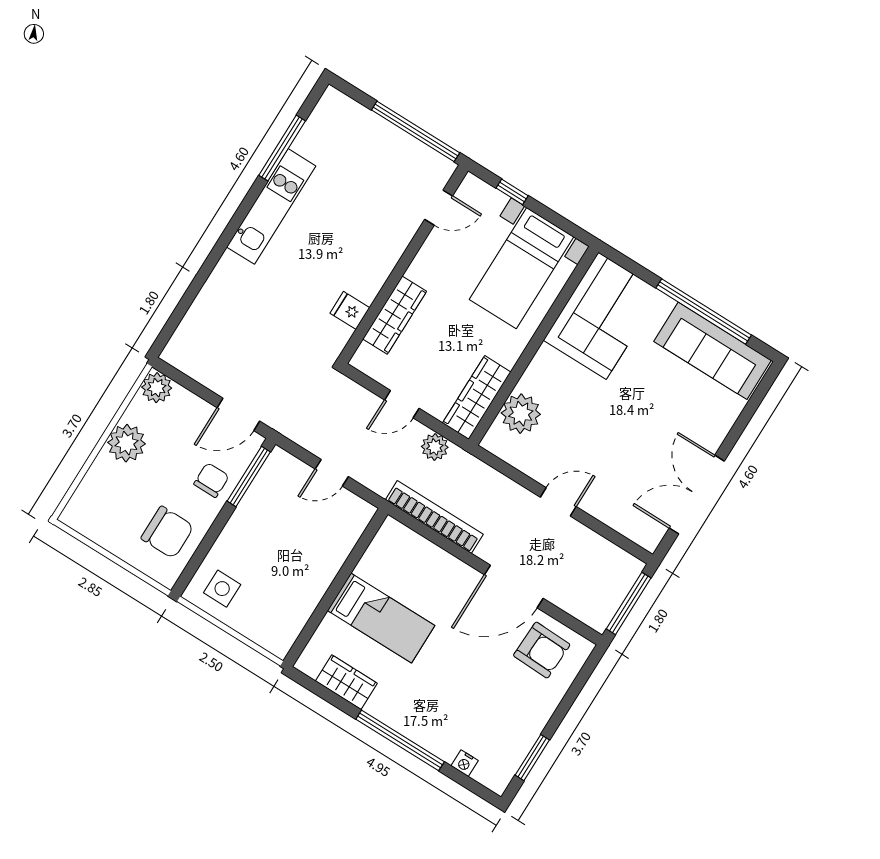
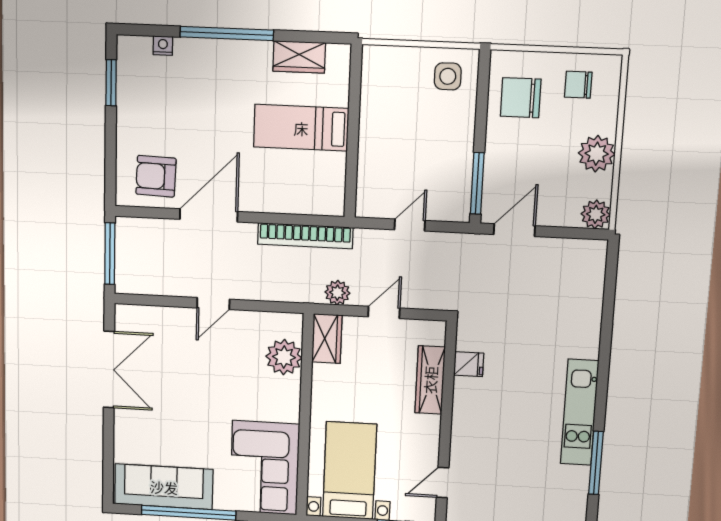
wardrobe: (477, 397) -> (327, 339), width x0.67
chair: (211, 480) -> (578, 85), moved, turned 90

